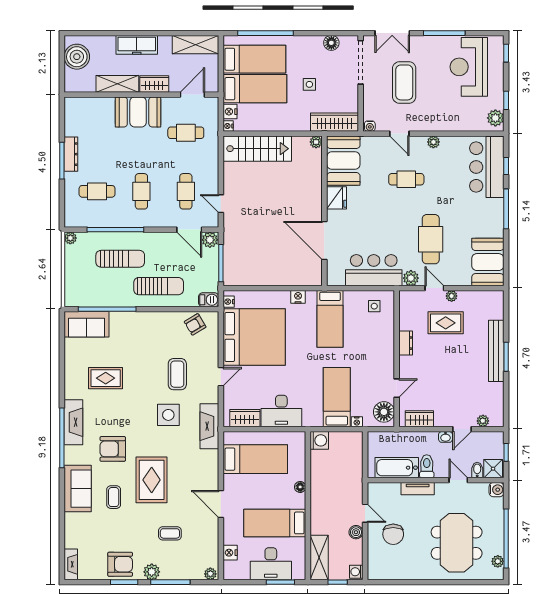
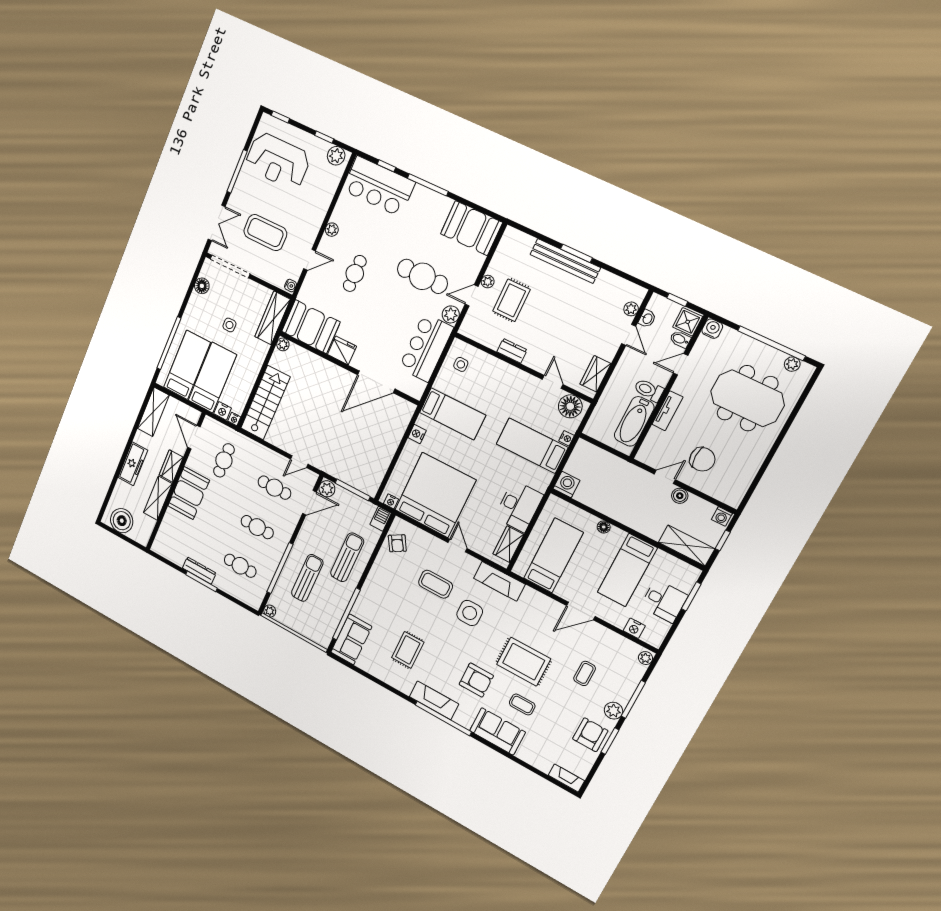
cafe table: (97, 191) -> (240, 566), turned 90
washbasin: (445, 437) -> (647, 319), moved
armchair: (113, 449) -> (476, 680), turned -90
desk: (271, 564) -> (664, 601), width x0.73

